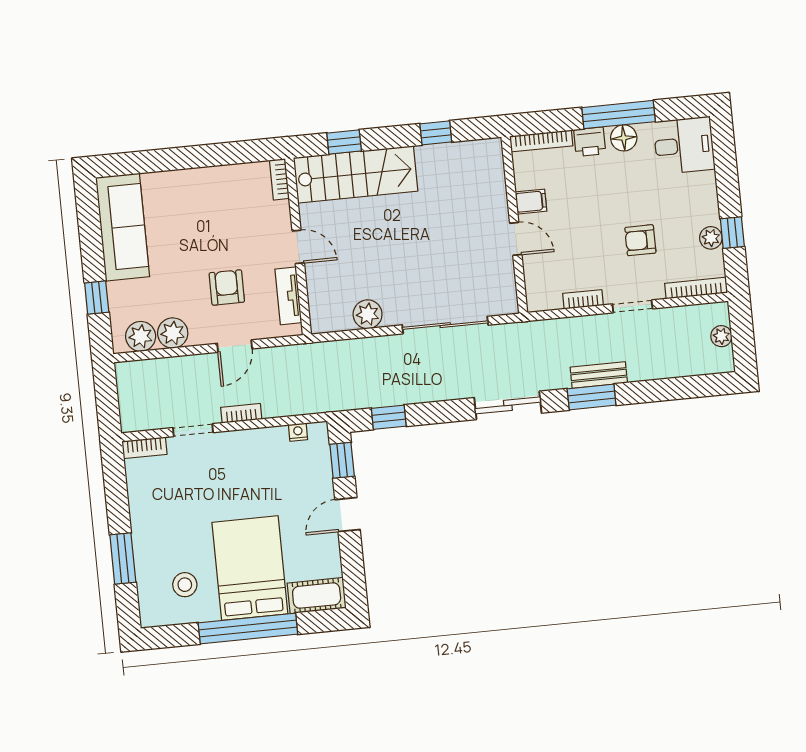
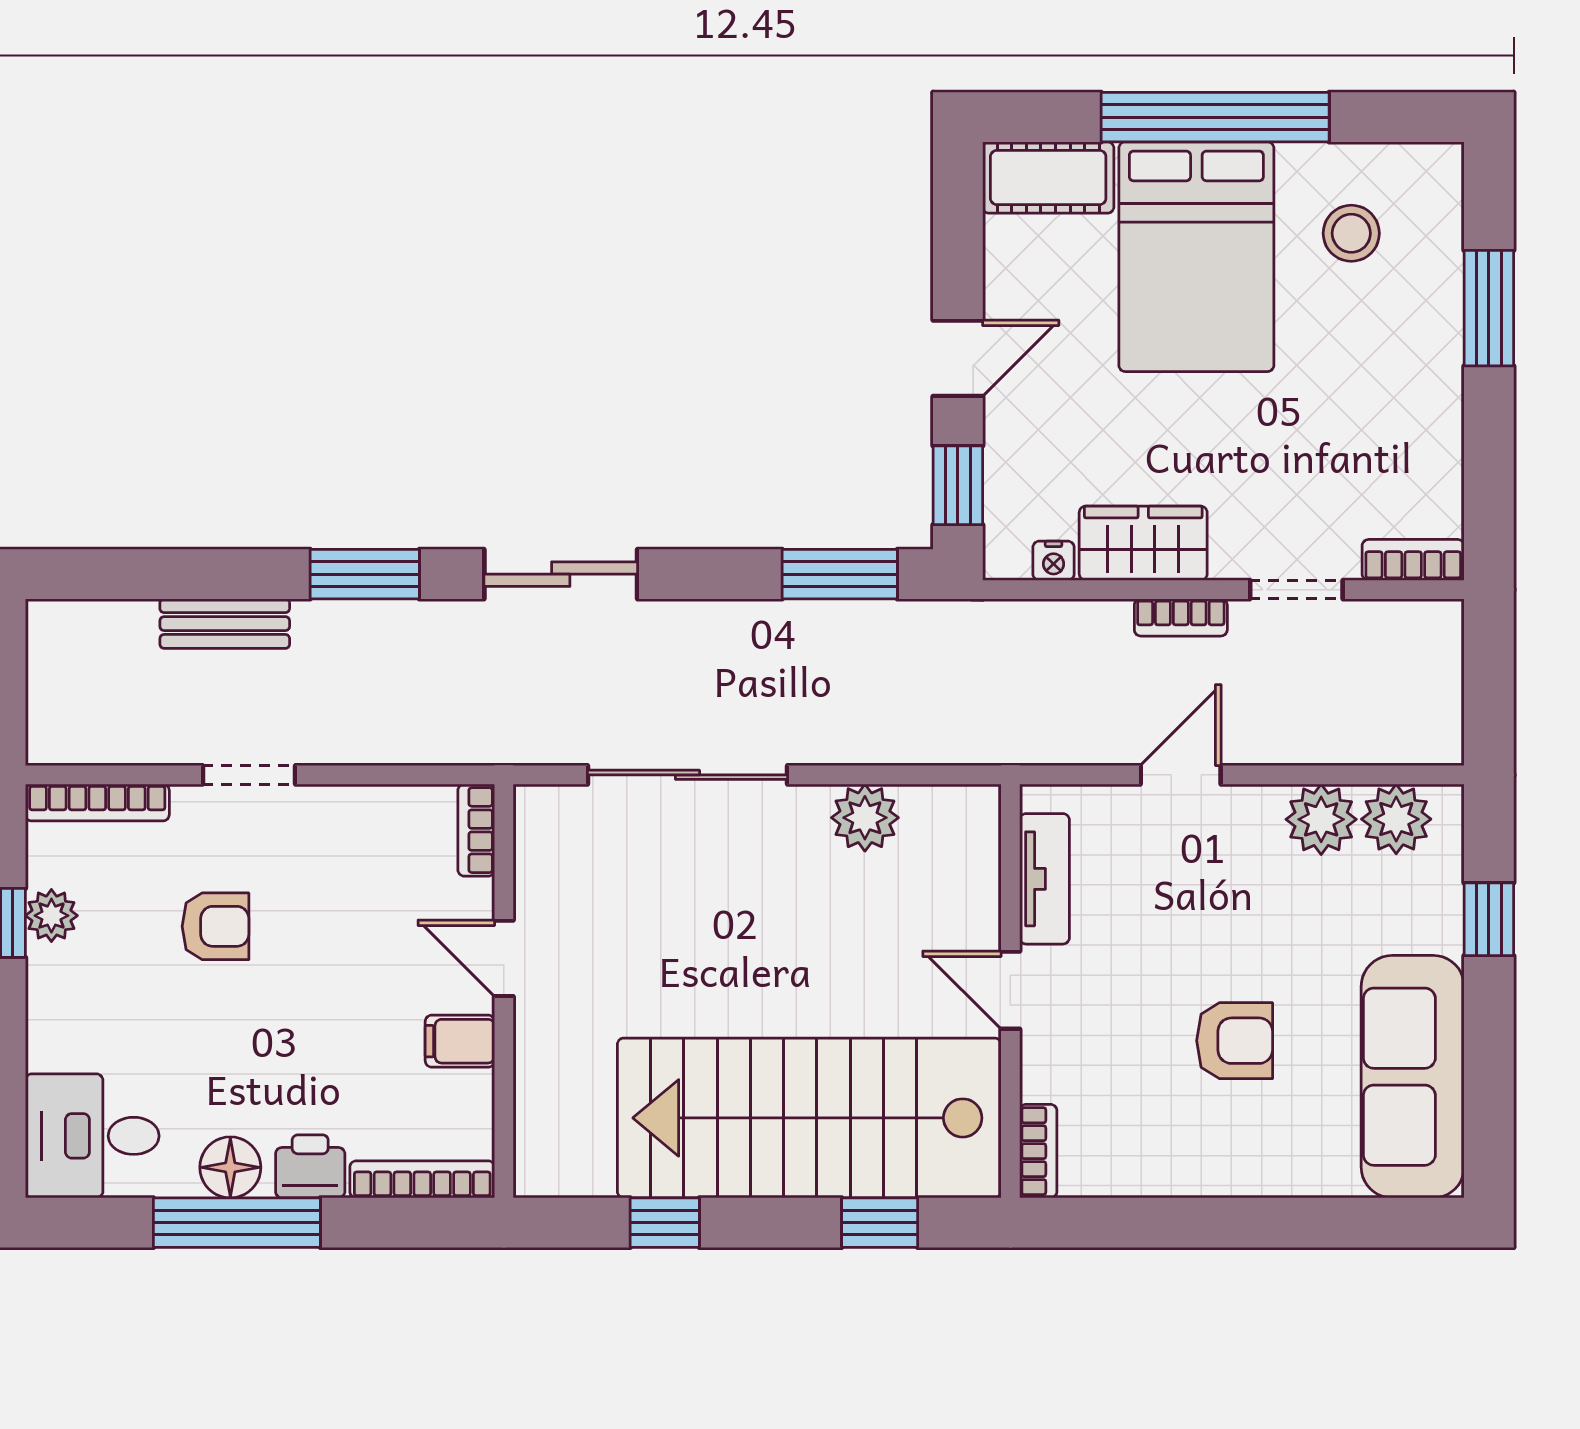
stairs: (356, 174) -> (809, 1118), width x1.36, depth x1.51
armchair: (227, 287) -> (1235, 1041), moved, turned -90
bookcase: (583, 299) -> (476, 830), moved, turned 90
plant: (721, 336) -> (50, 685), removed
bench: (599, 375) -> (225, 624), moved
window: (389, 417) -> (840, 574), width x1.50
wardrobe: (260, 443) -> (1143, 543), added

